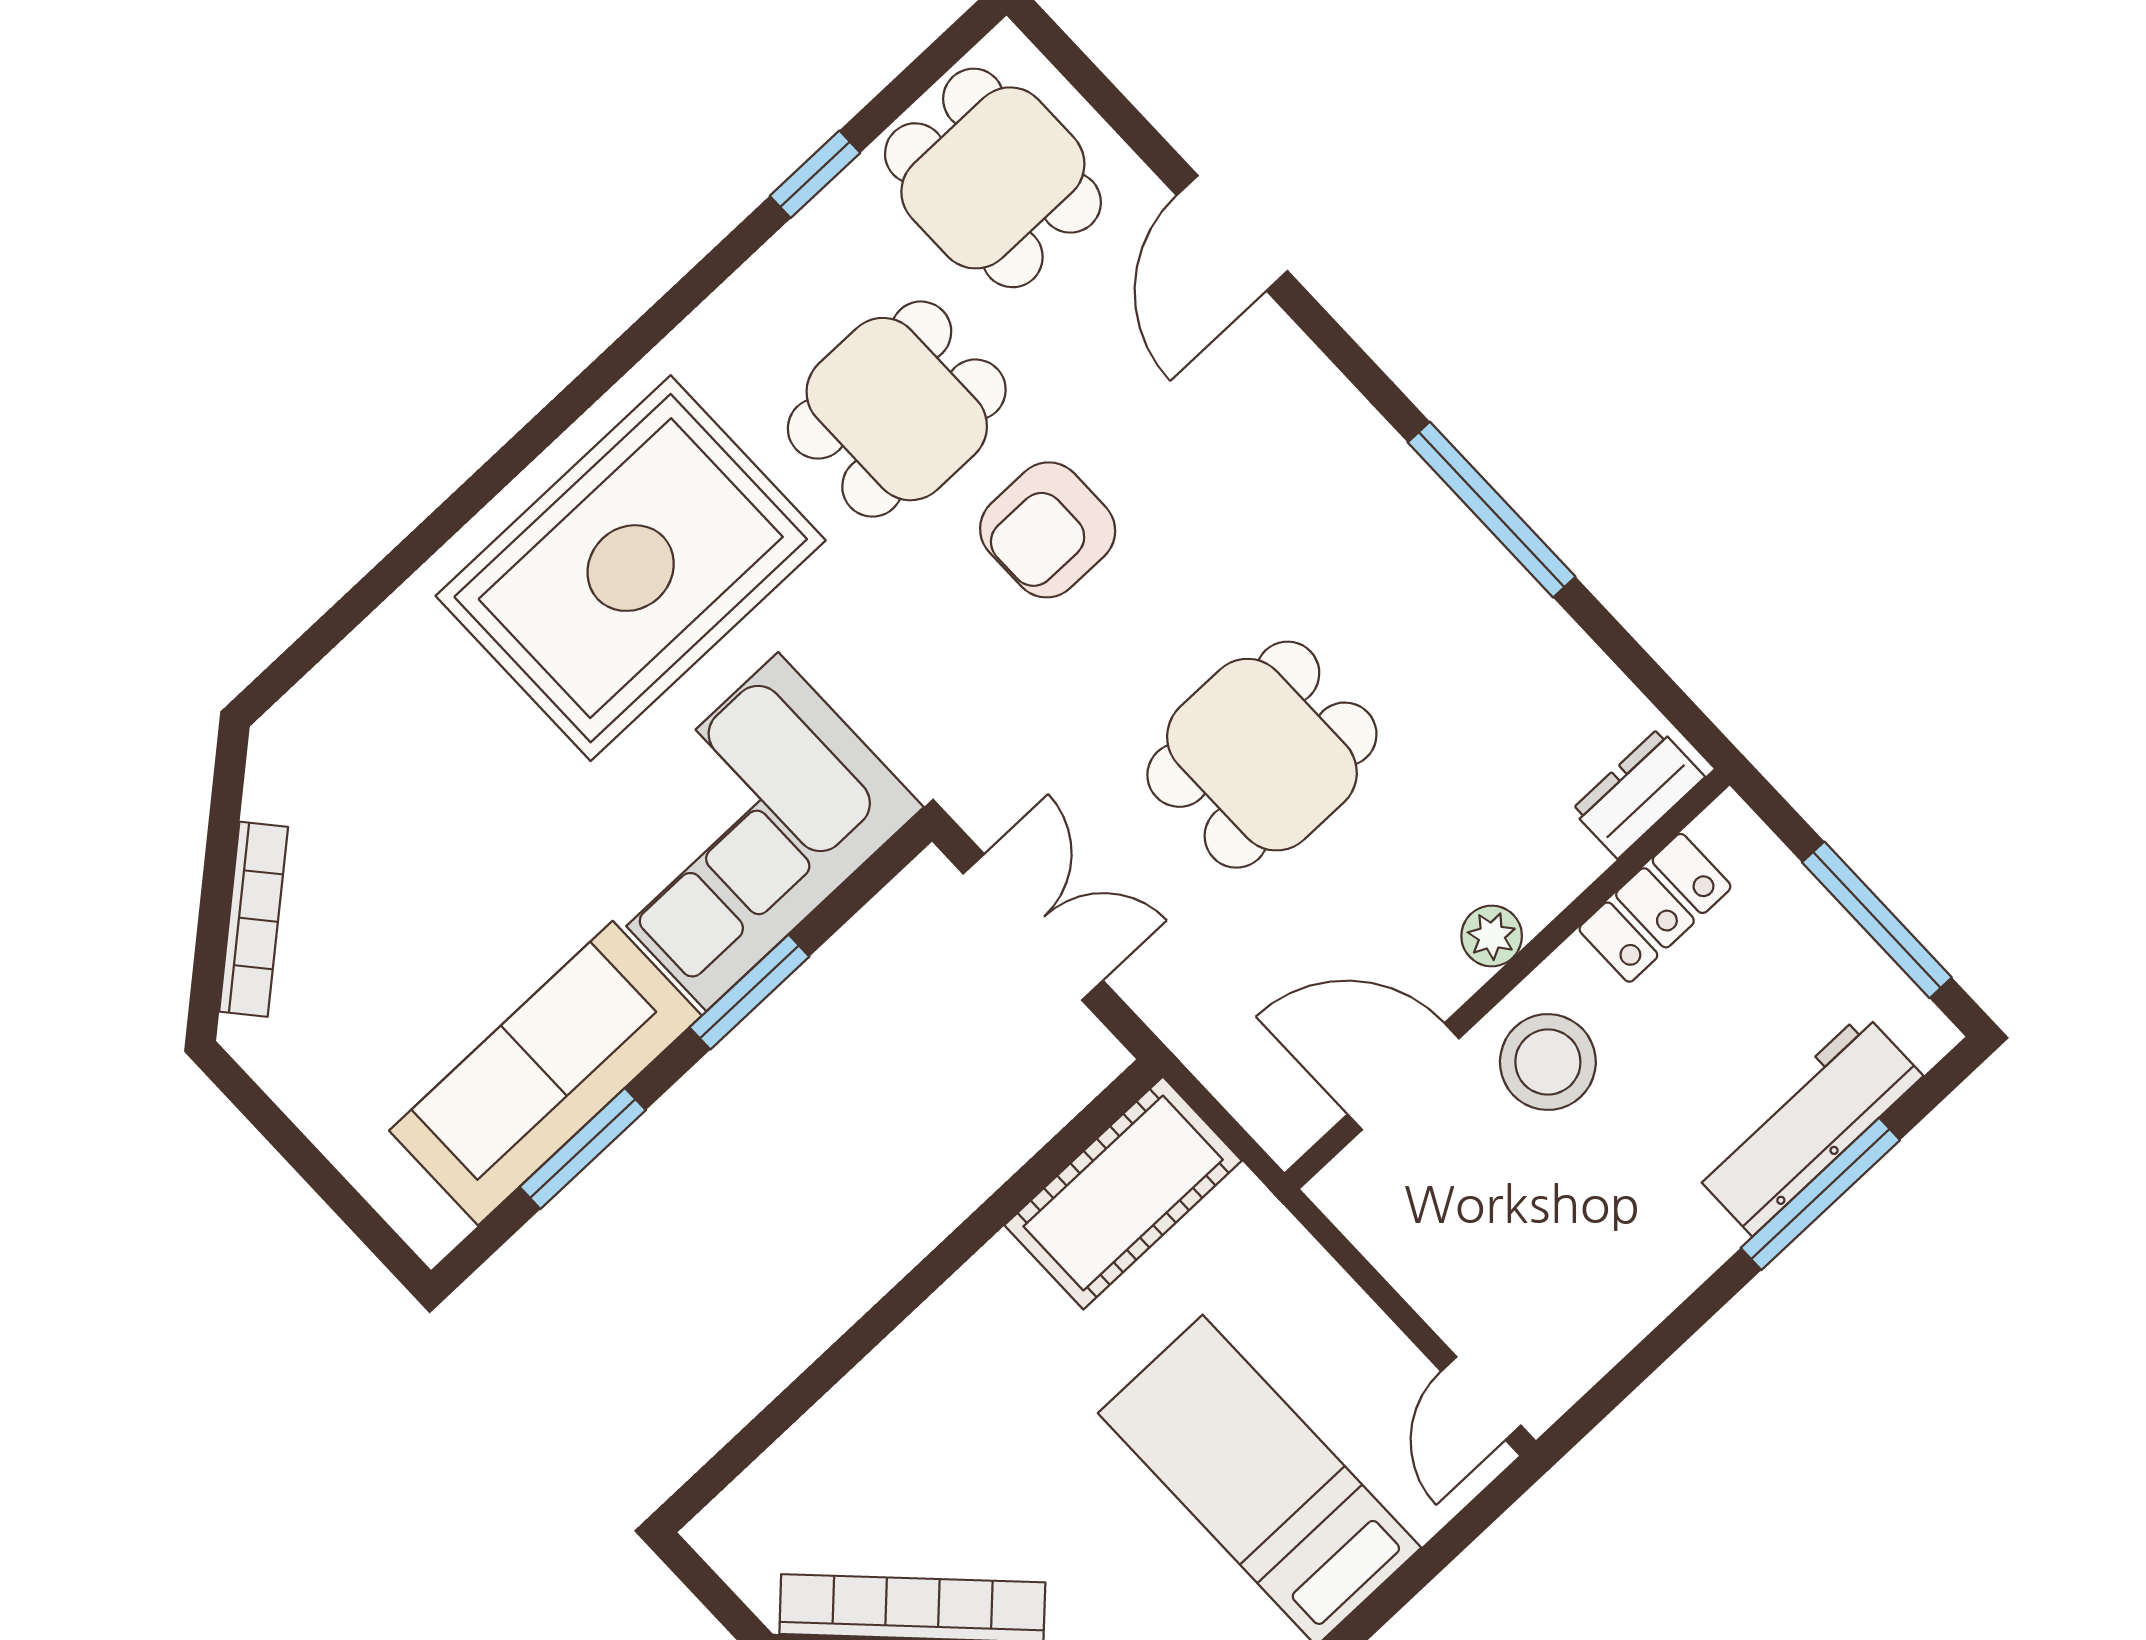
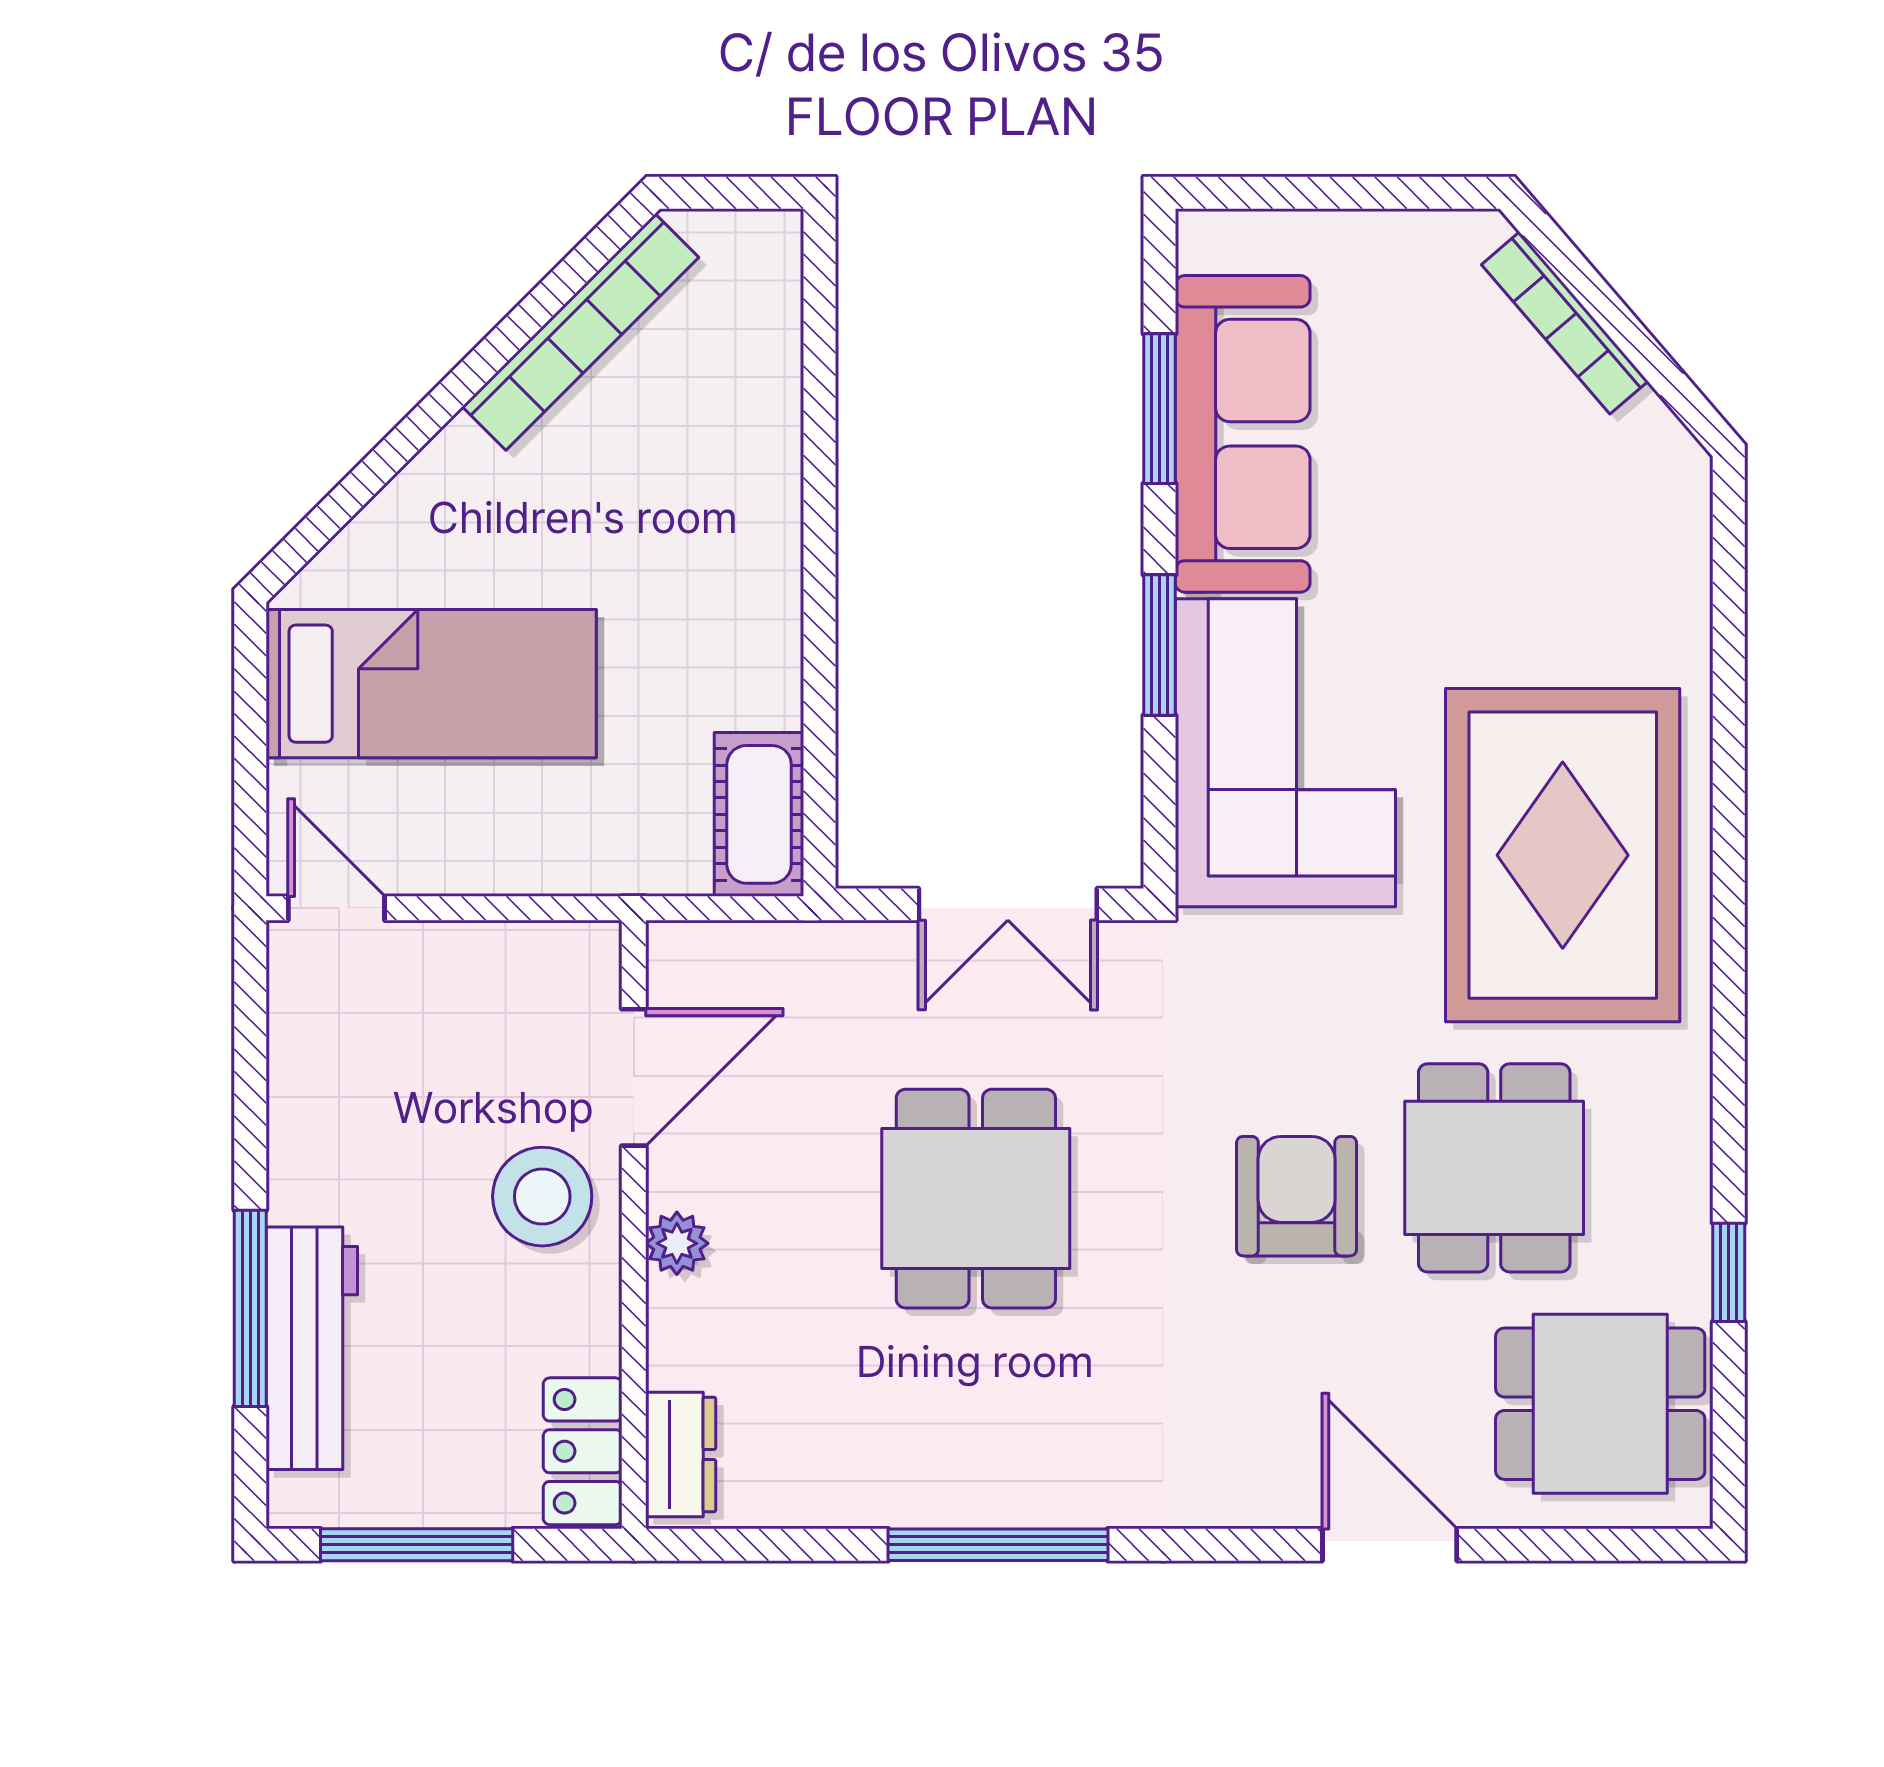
locker: (1655, 908) -> (583, 1451), moved
cot: (1123, 1193) -> (759, 814), width x0.73, depth x0.75

